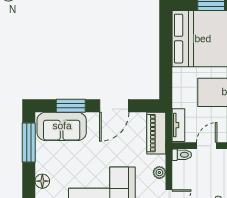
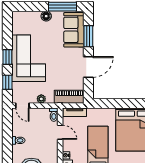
door: (114, 106) -> (88, 67), swing flipped
floor lamp: (42, 181) -> (46, 16), moved

